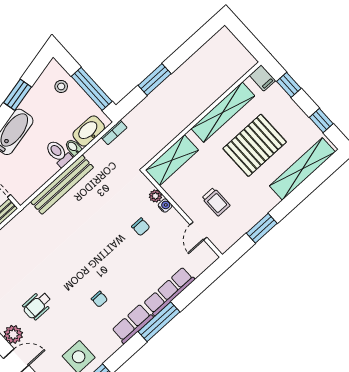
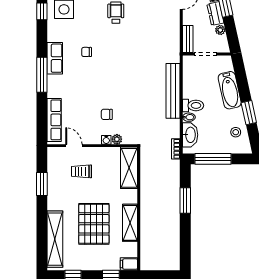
stool: (61, 86) -> (236, 132), moved
shelving: (223, 112) -> (130, 223), width x0.68
row of seats: (169, 291) -> (54, 120), moved

